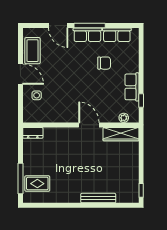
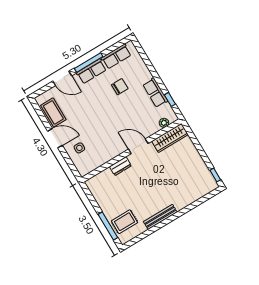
dresser: (33, 133) -> (120, 166), moved
bench: (98, 198) -> (160, 217), moved

